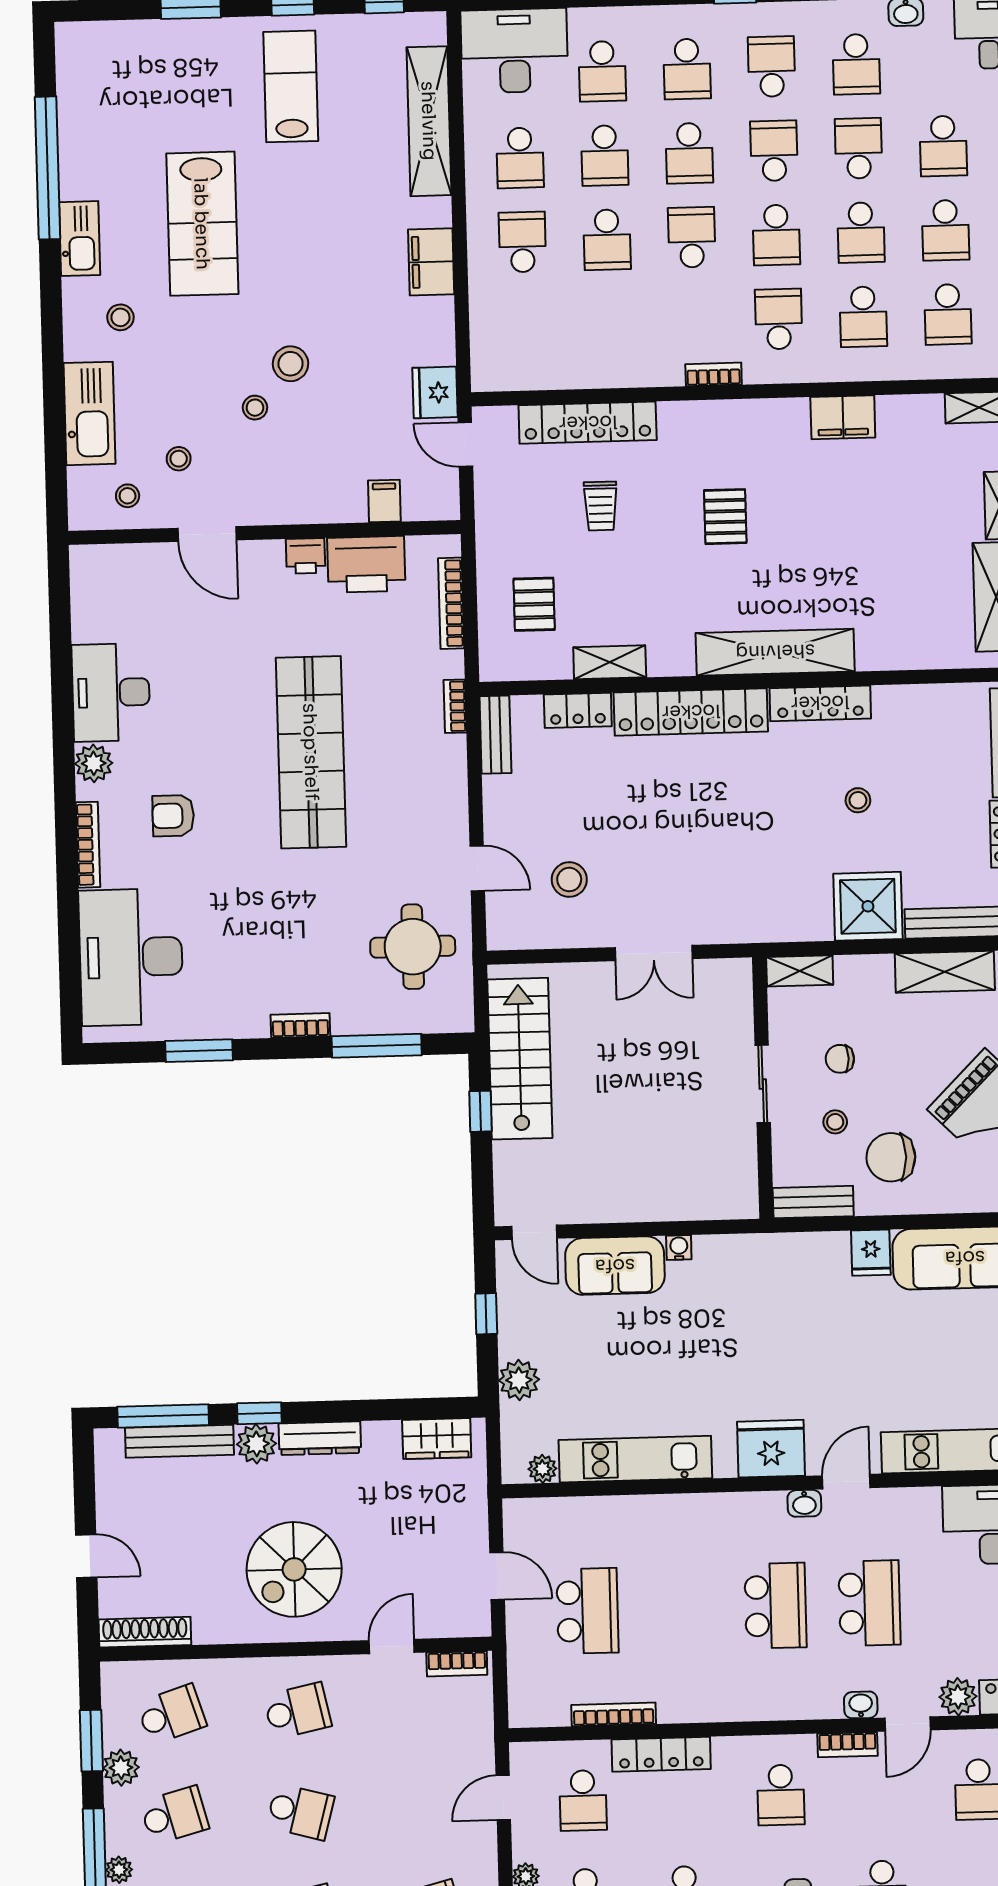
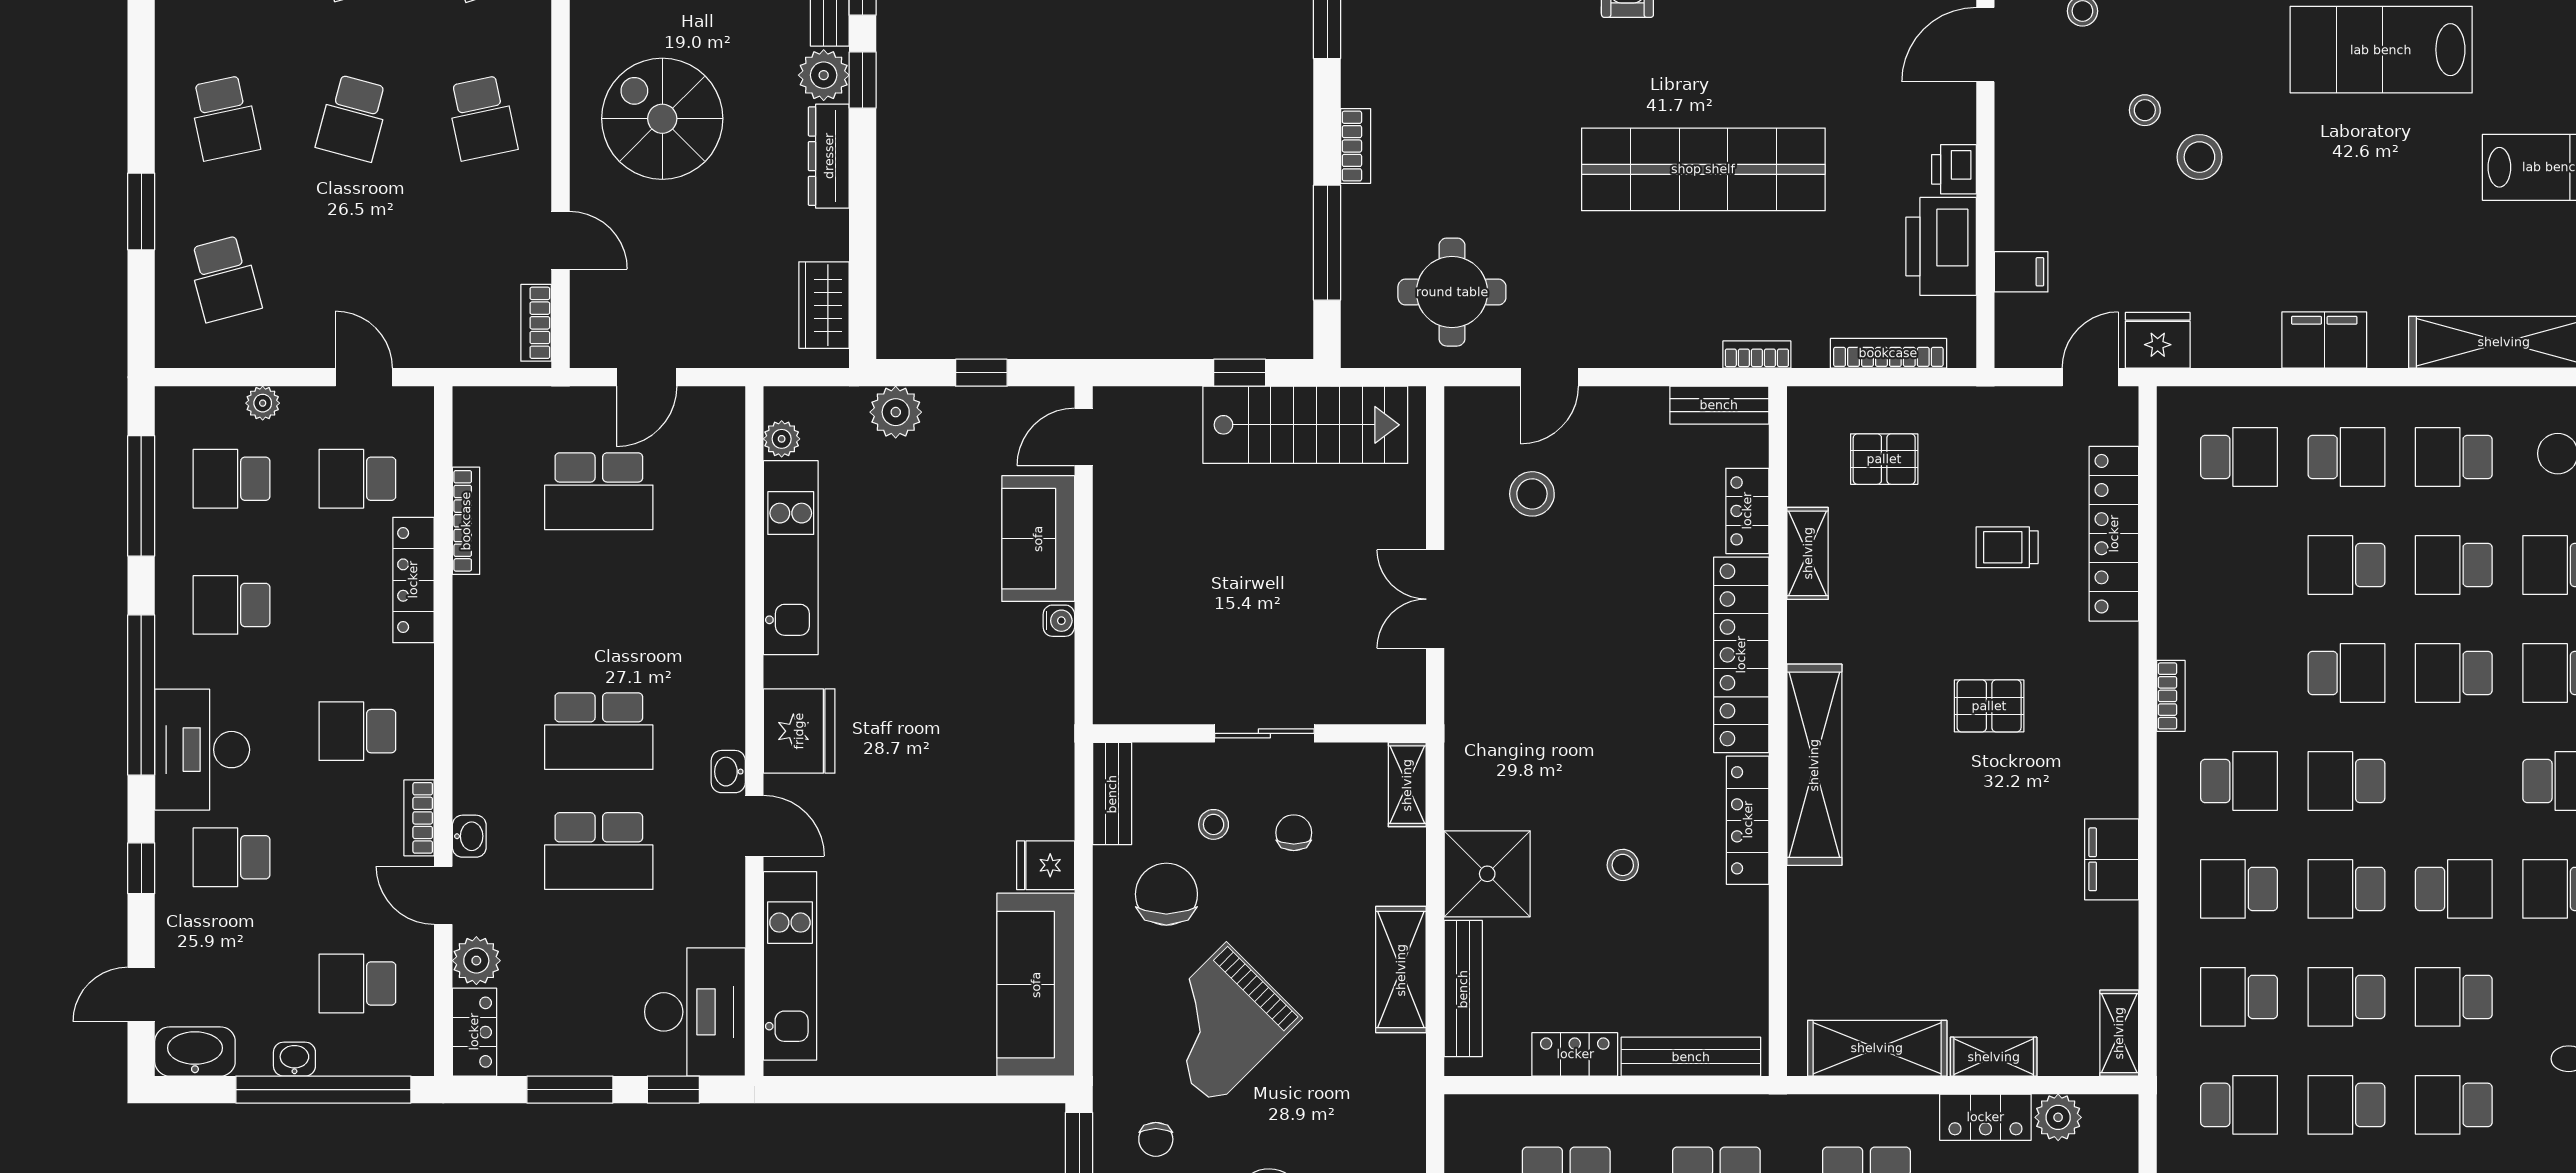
school desk: (774, 151) -> (2239, 457), moved

